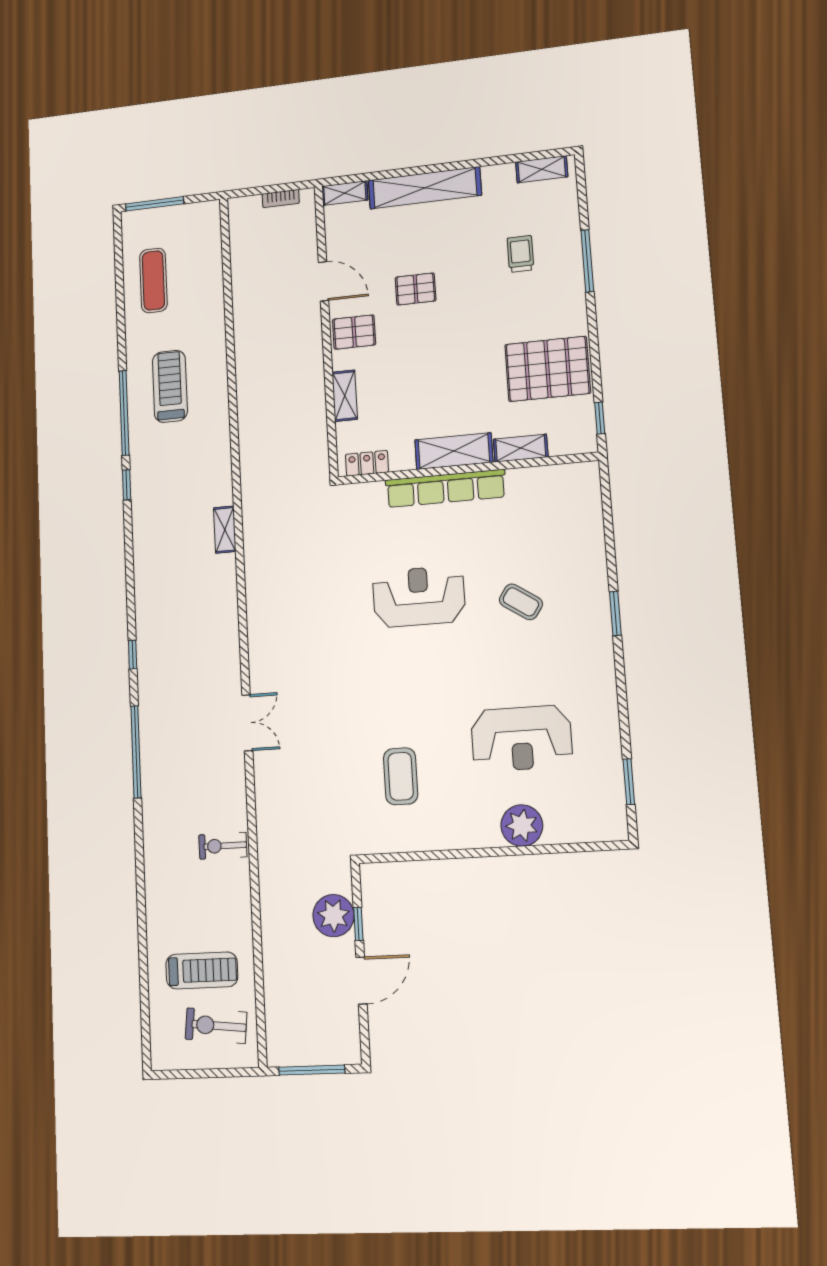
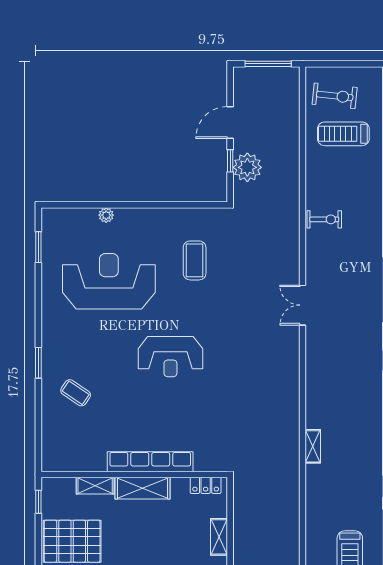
reception desk: (419, 597) -> (170, 357), moved
coffee table: (521, 602) -> (76, 393), moved
reception desk: (521, 738) -> (109, 281), width x1.36, depth x1.30
plant: (522, 826) -> (106, 215), width x0.53, depth x0.53

